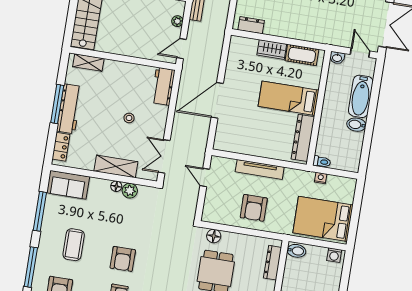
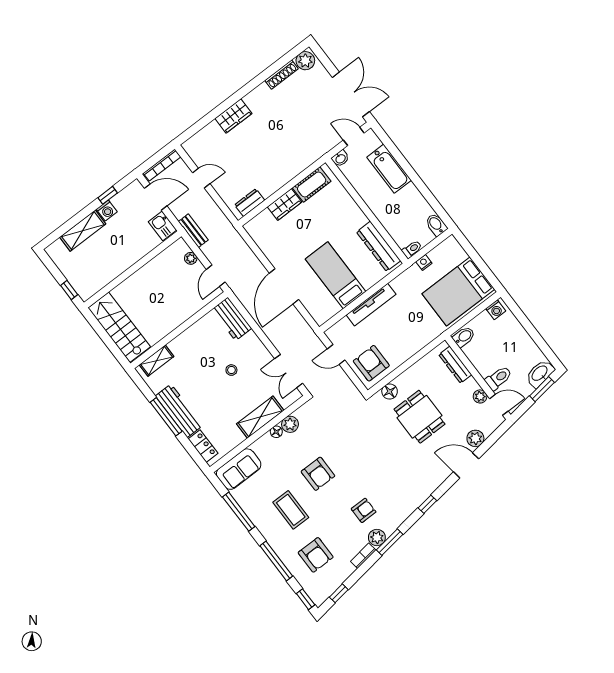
bed: (288, 98) -> (335, 275), moved, turned 90
bidet: (356, 125) -> (436, 225), moved, turned 90
armchair: (254, 208) -> (371, 363), moved, turned 180
armchair: (123, 259) -> (318, 474), moved

